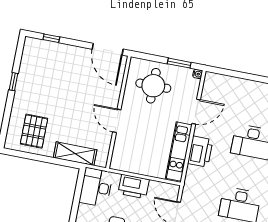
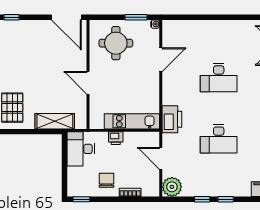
kitchen unit: (179, 152) -> (132, 121), moved, turned 90
printer: (200, 152) -> (172, 119), moved
printer: (134, 186) -> (116, 138), width x0.53, depth x0.68

